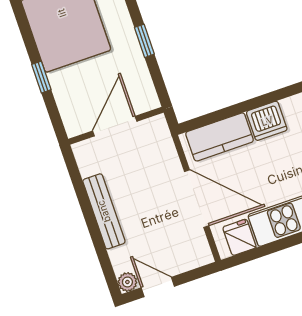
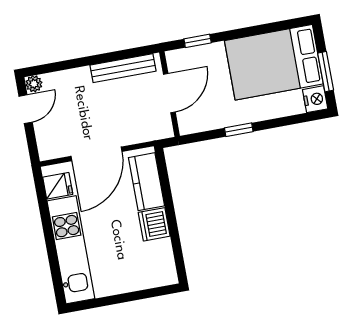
window: (41, 77) -> (198, 41), moved
door: (115, 126) -> (169, 93), hinge flipped
bench: (104, 211) -> (123, 68), moved

